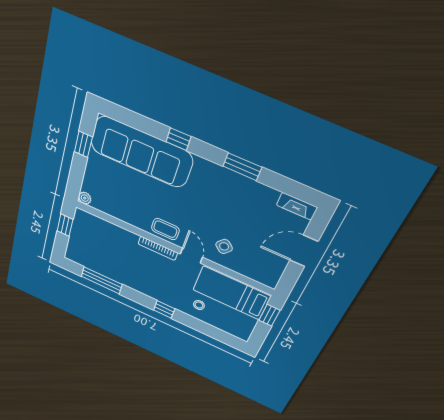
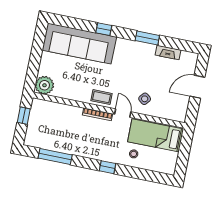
window: (83, 144) -> (37, 48), removed
plant: (85, 198) -> (44, 85), width x1.88, depth x1.88
fireplace: (297, 206) -> (168, 52), moved
window: (269, 315) -> (185, 145), removed

